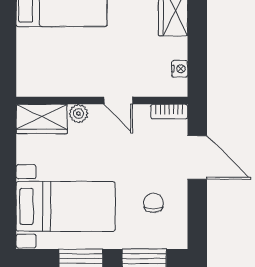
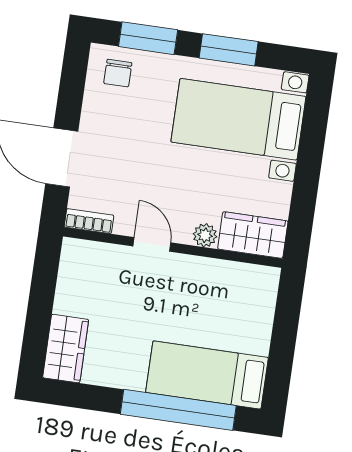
nightstand: (180, 69) -> (68, 274), removed
chair: (154, 203) -> (118, 73), moved

